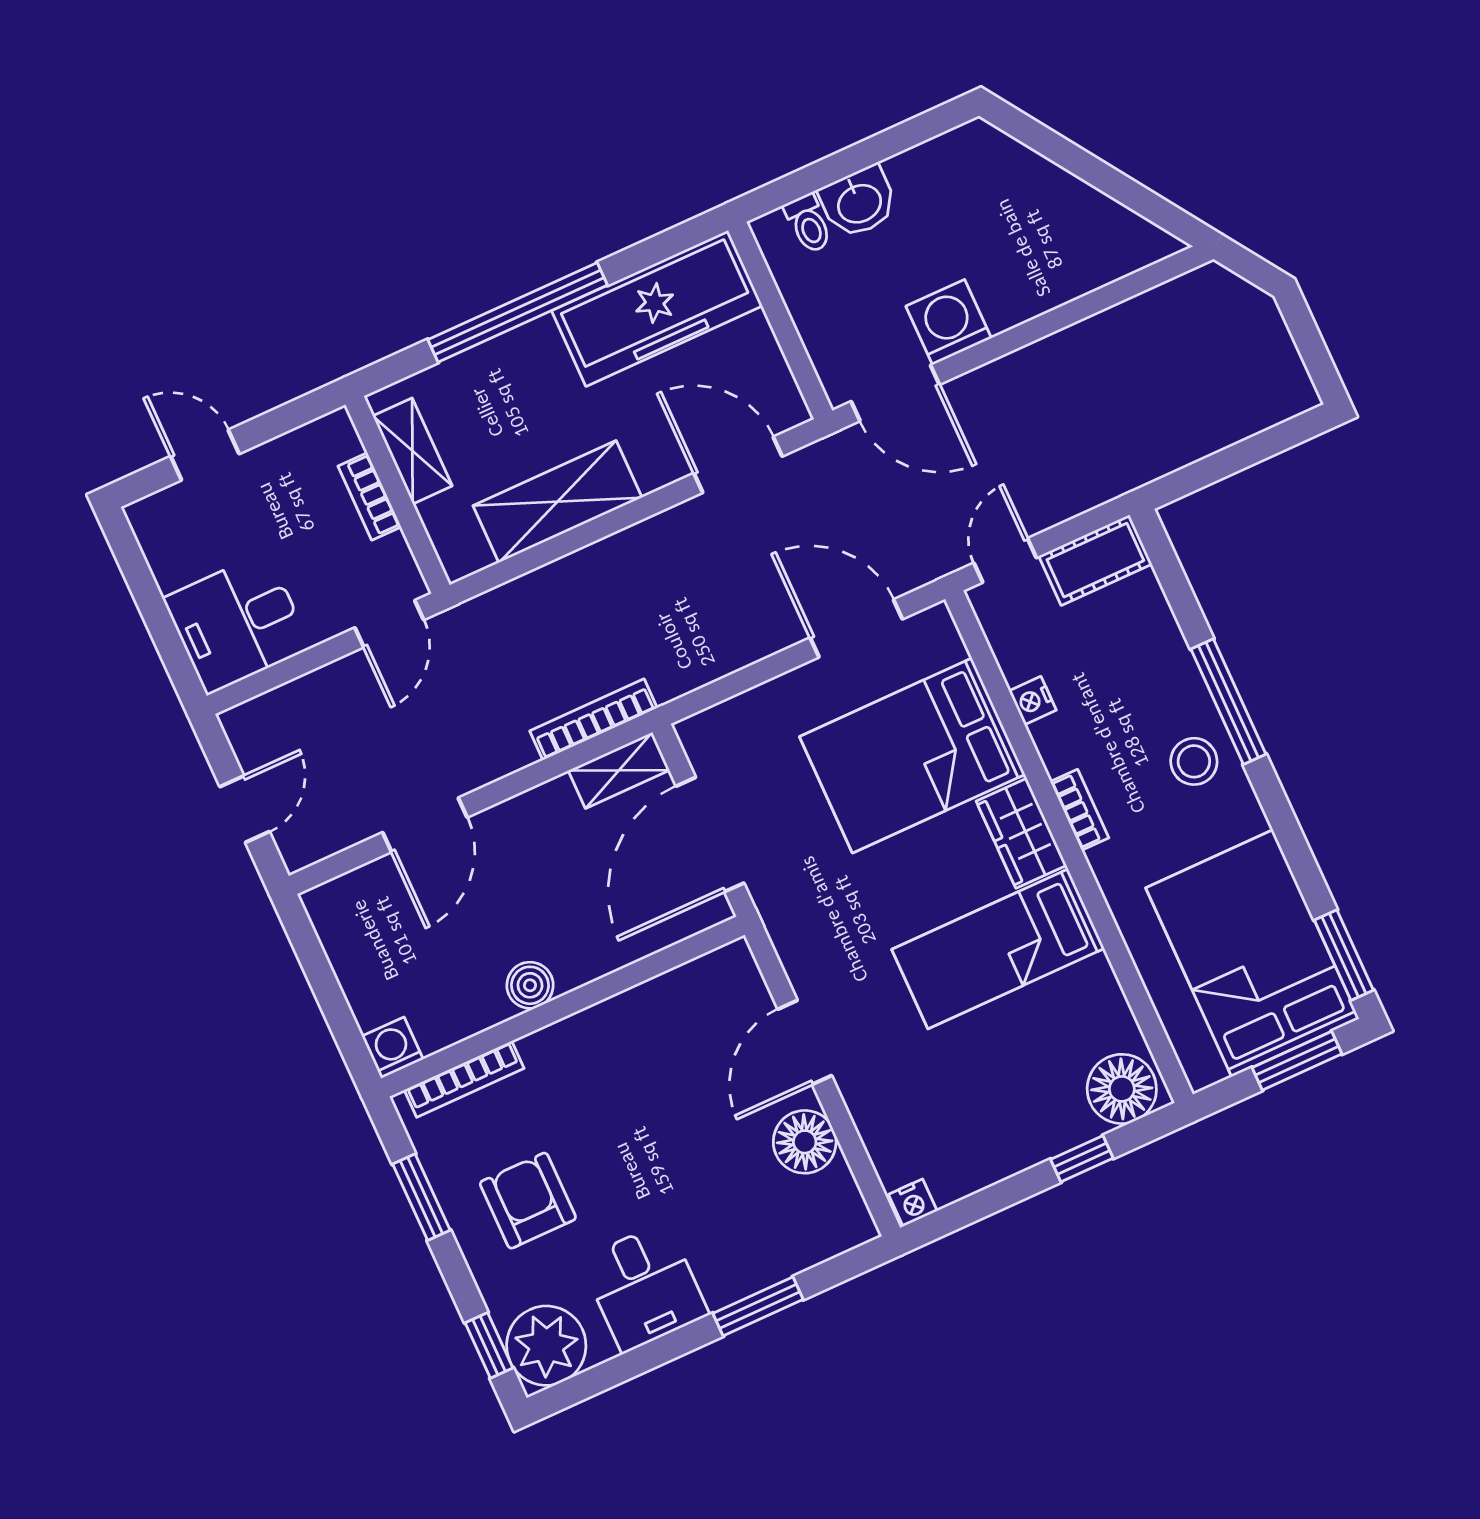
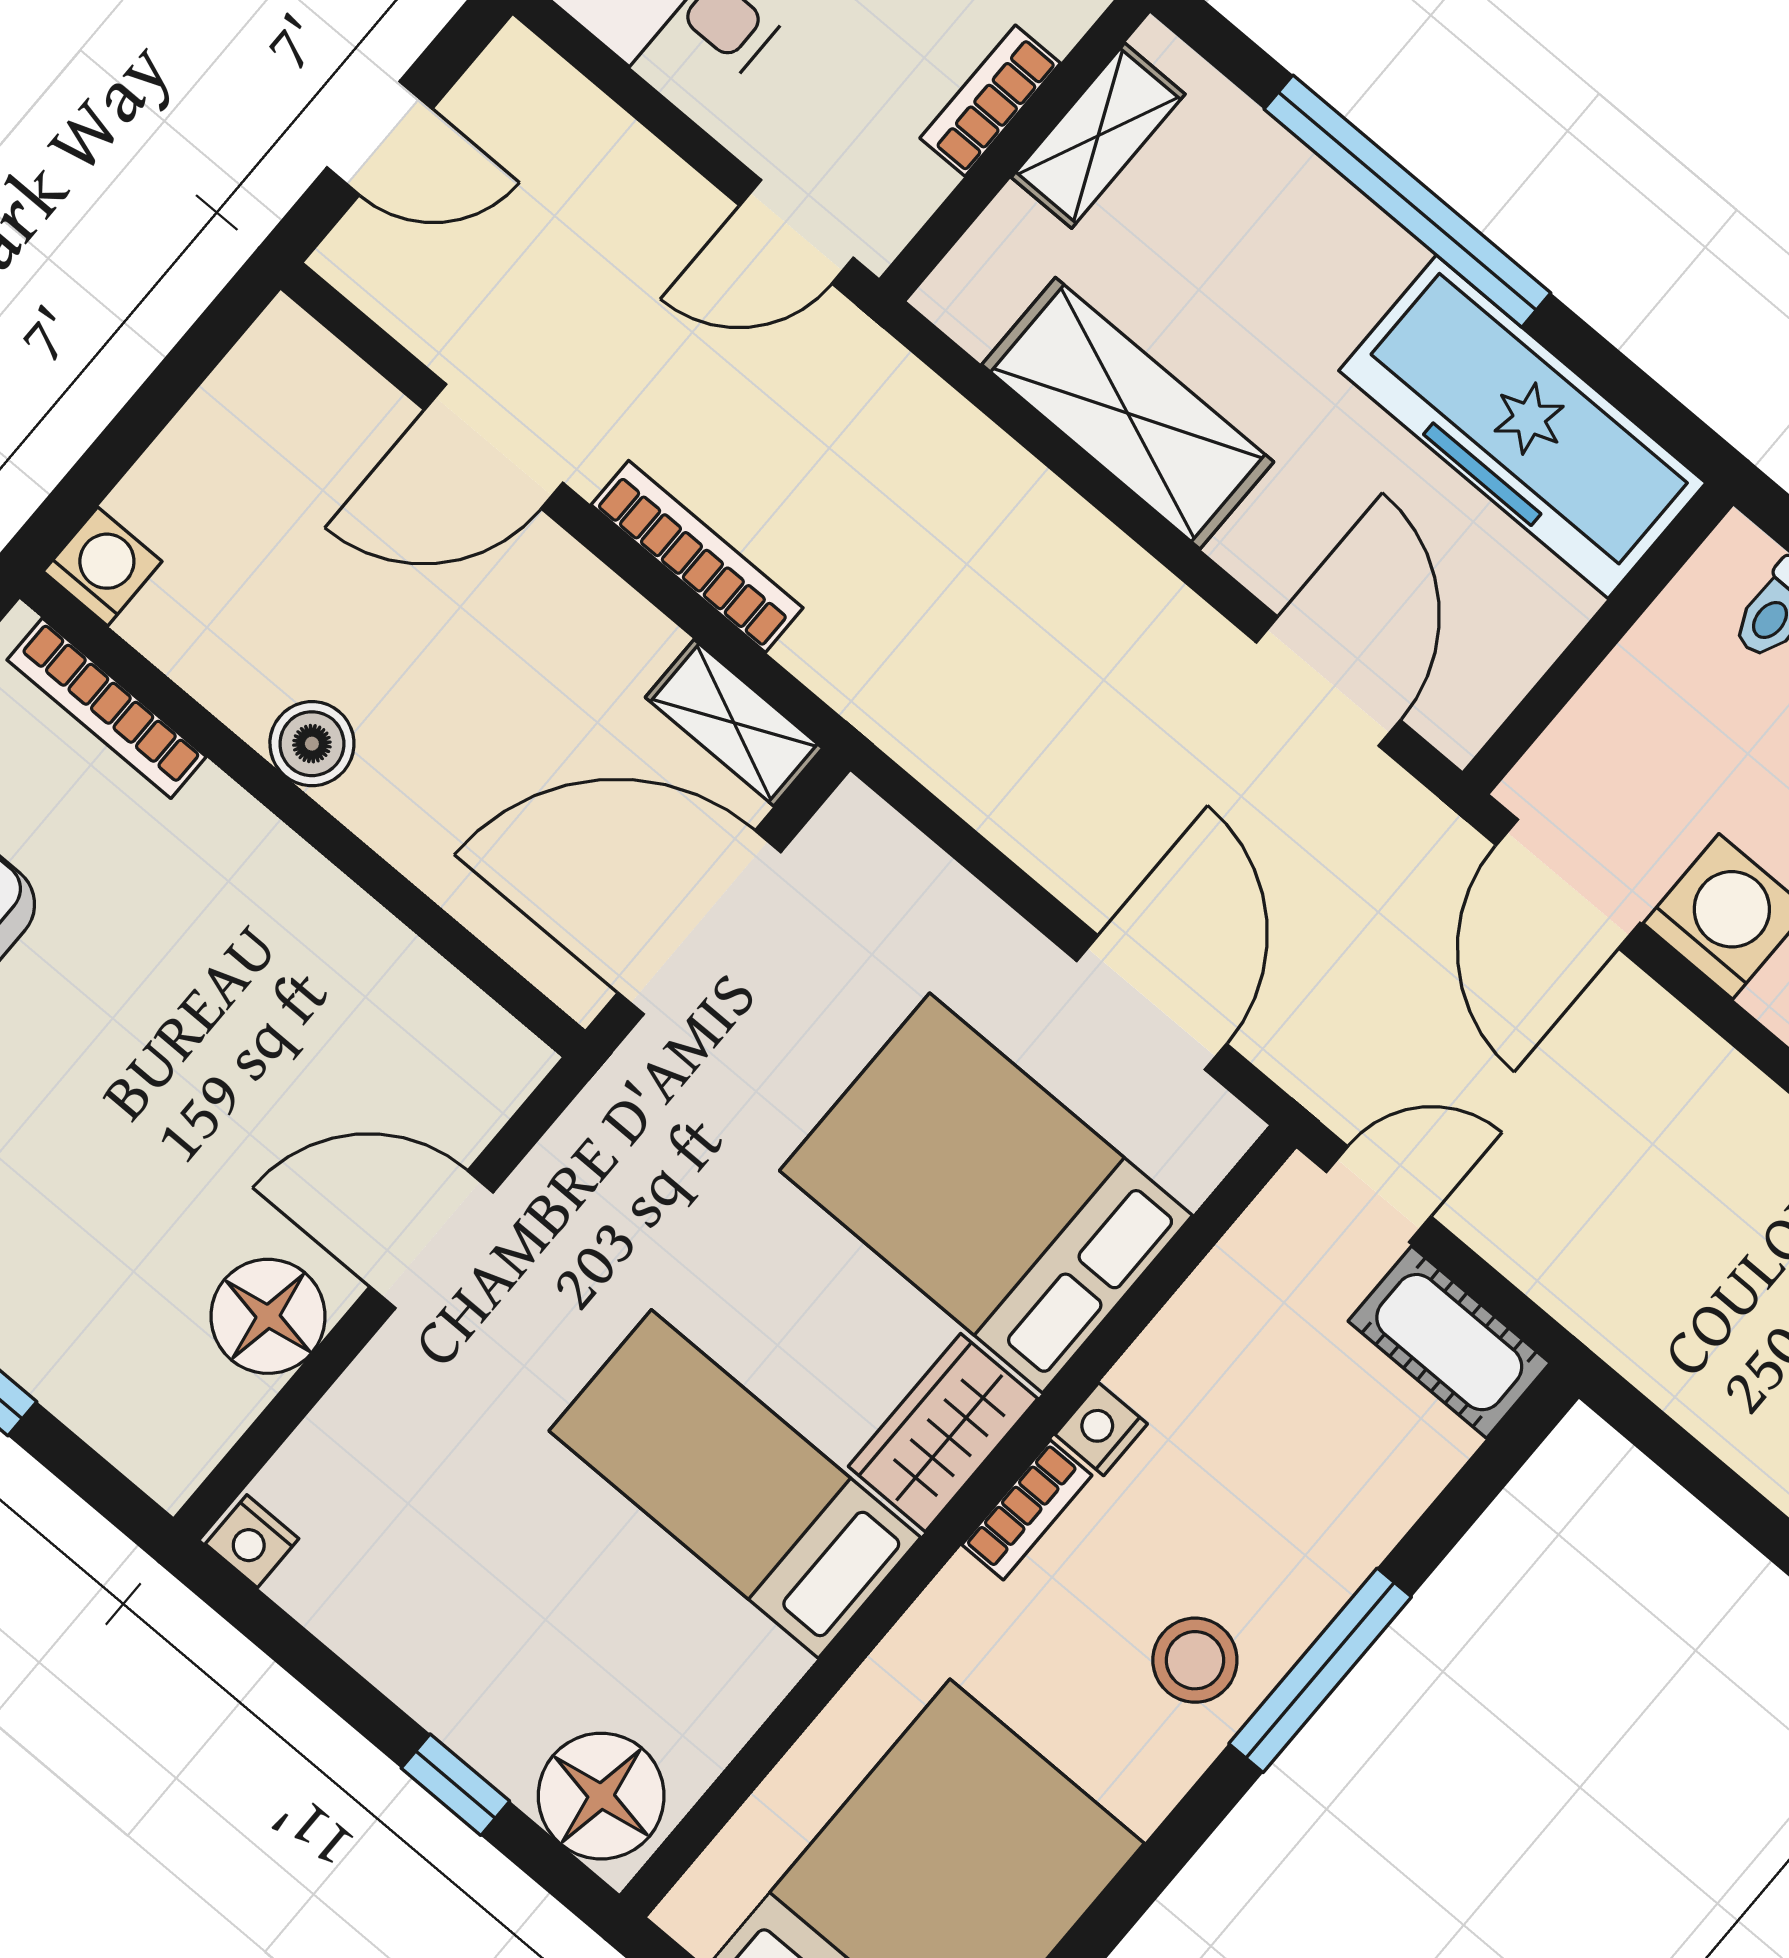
nightstand: (1033, 701) -> (1101, 1429), moved
bookcase: (594, 719) -> (697, 556), moved

